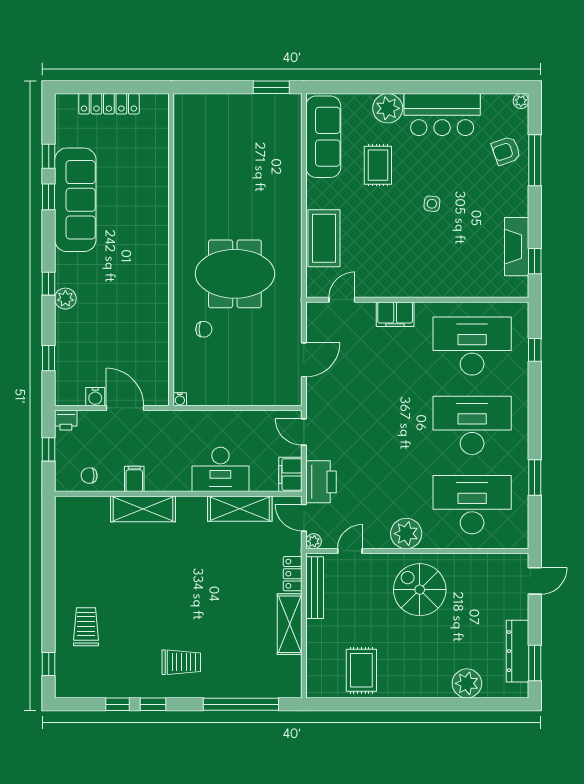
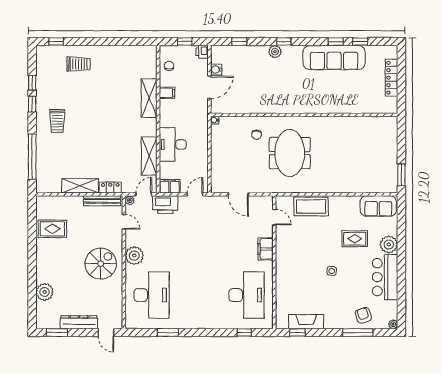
sofa: (323, 137) -> (378, 206), width x0.73
desk: (472, 425) -> (199, 295), removed
dresser: (517, 651) -> (79, 322), moved

